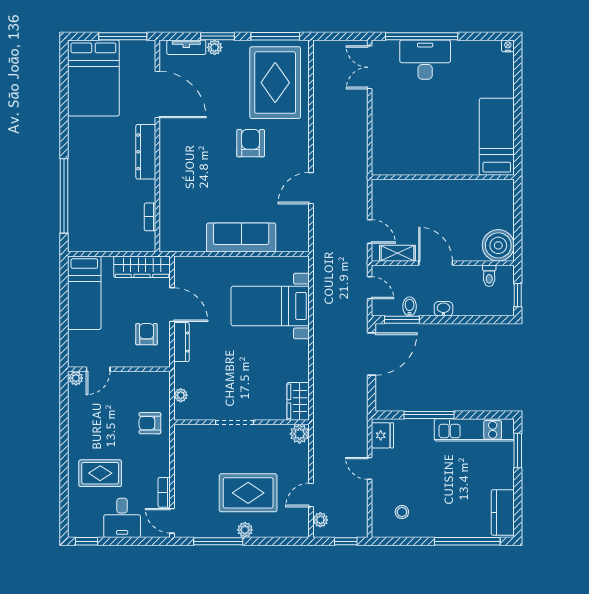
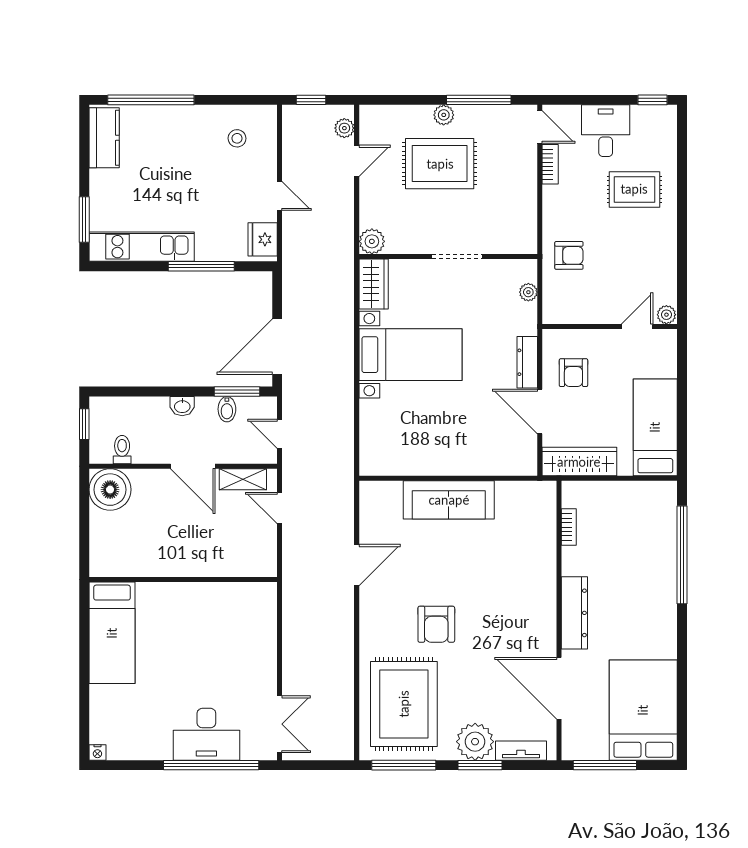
plant: (215, 47) -> (475, 742), width x1.87, depth x1.87
bed with nightstands: (270, 306) -> (410, 355), moved

